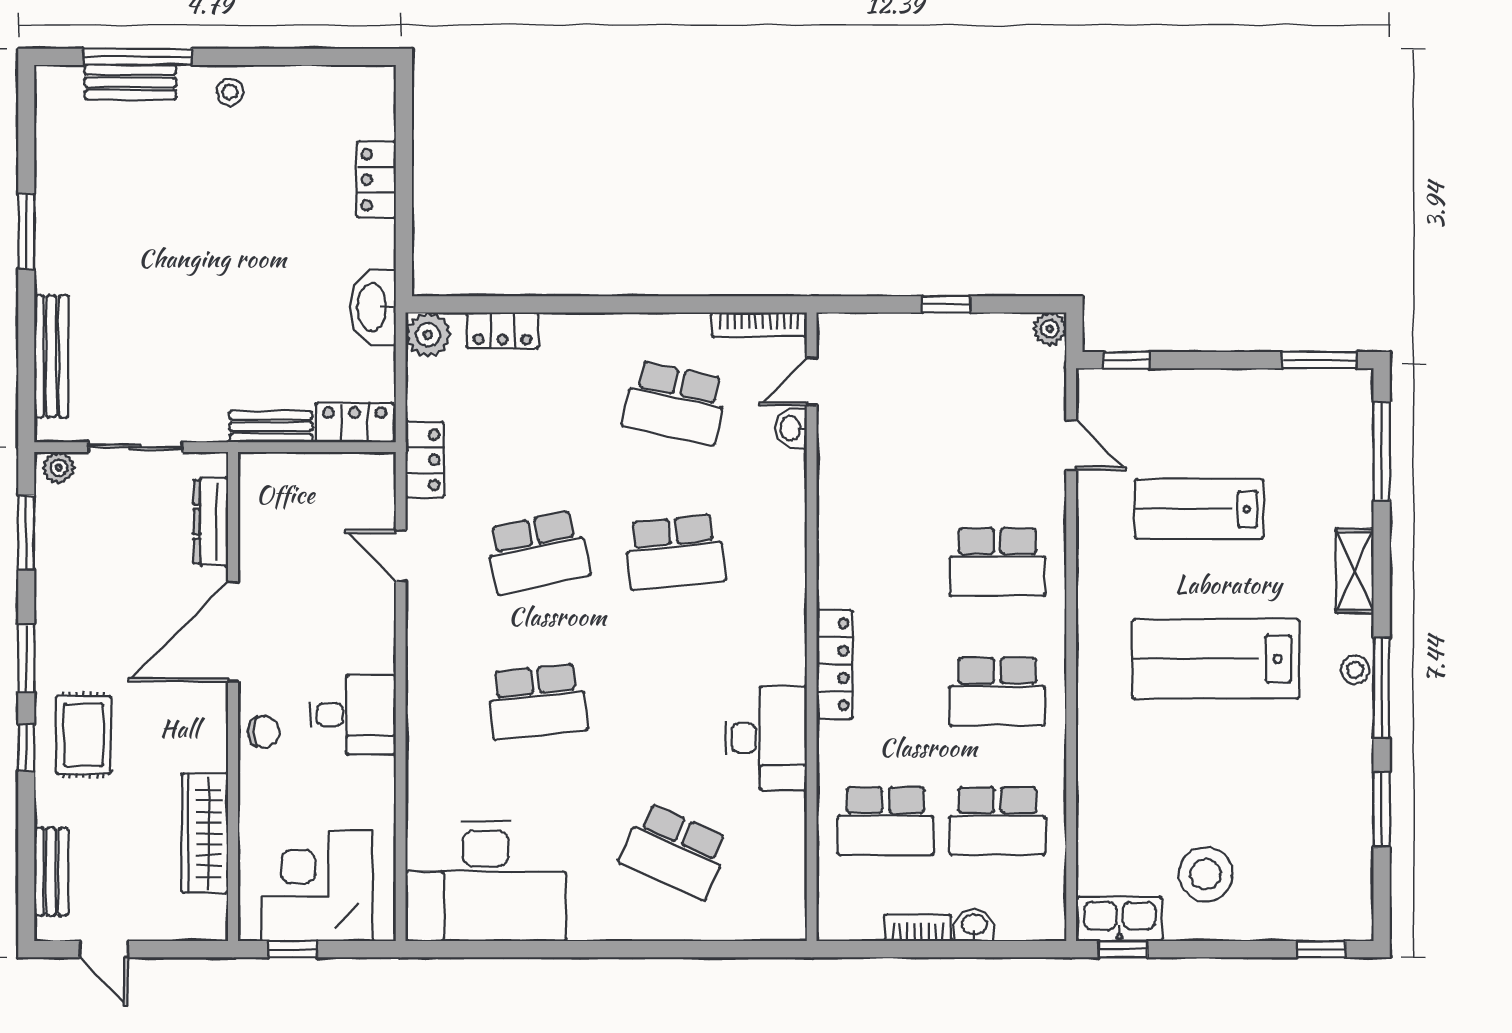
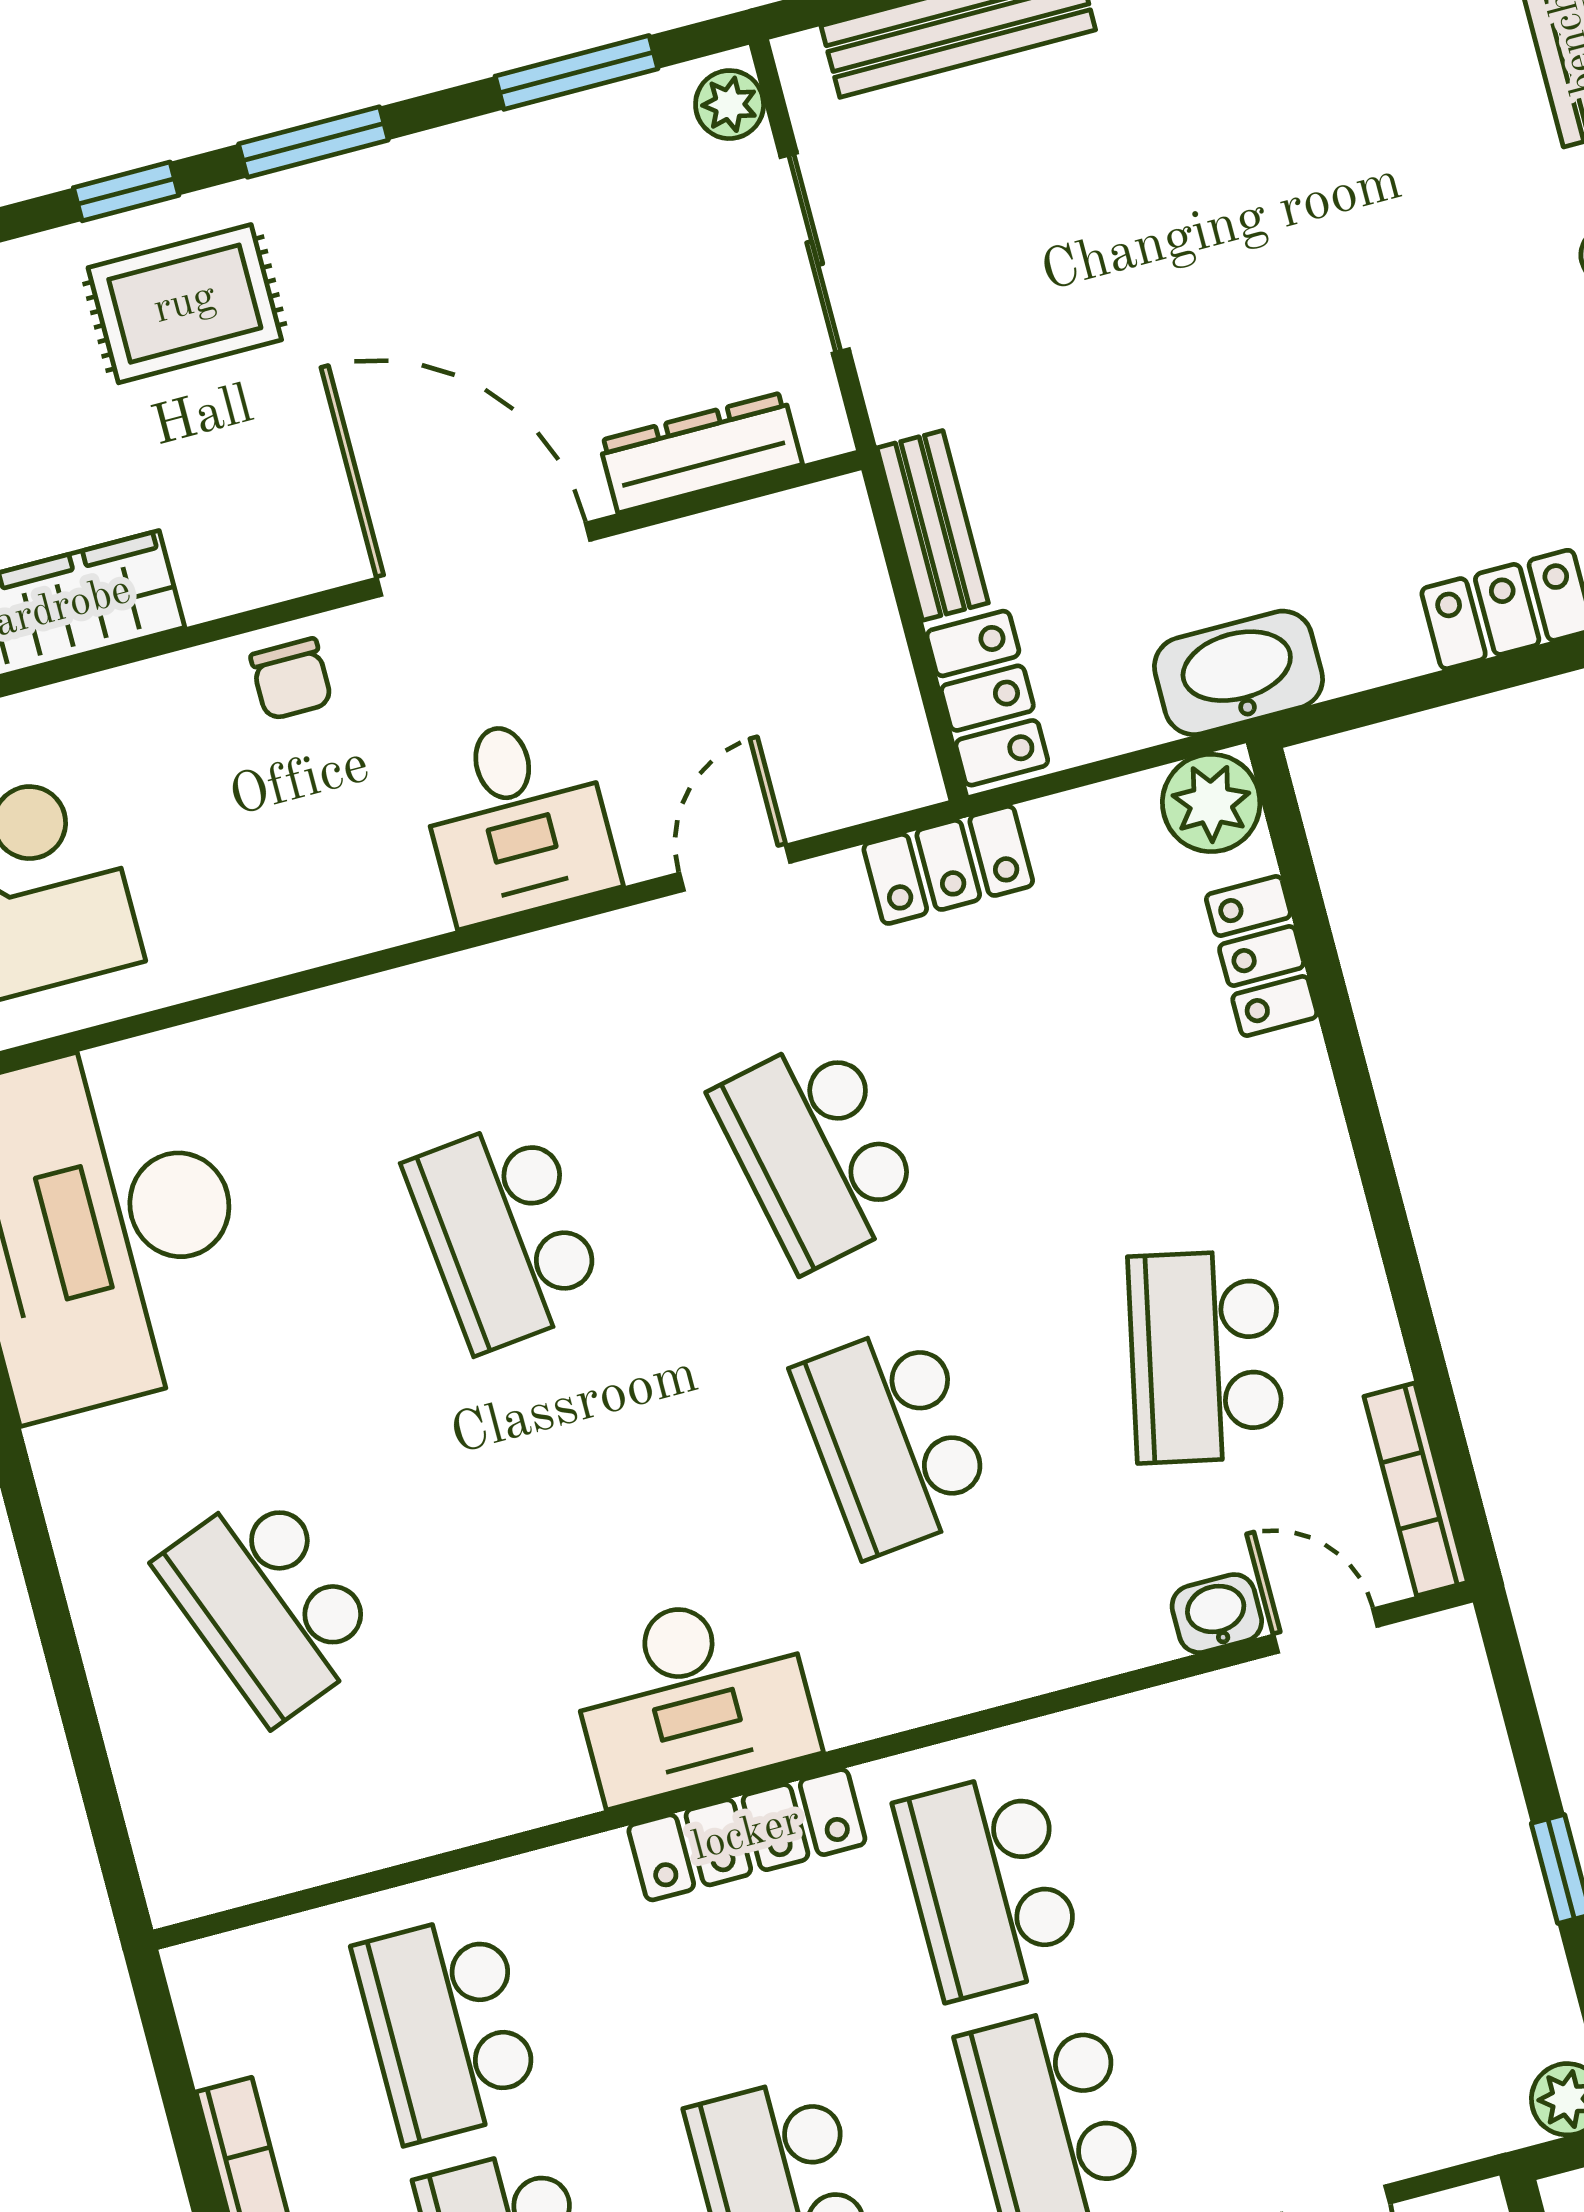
school desk: (885, 562) -> (989, 1885), added
desk: (353, 715) -> (517, 819), moved
desk: (766, 738) -> (692, 1696), moved
school desk: (675, 851) -> (269, 1604), turned -45

